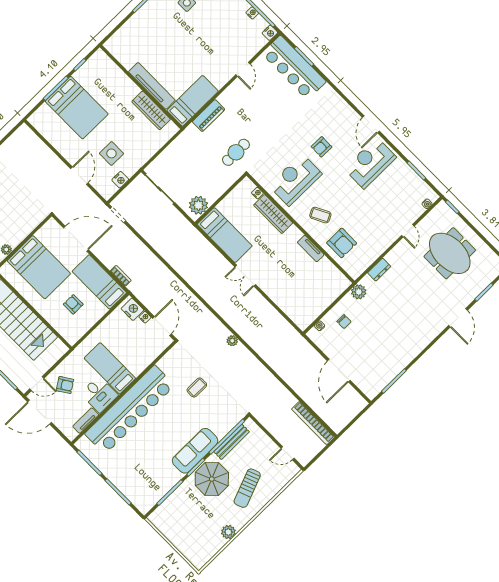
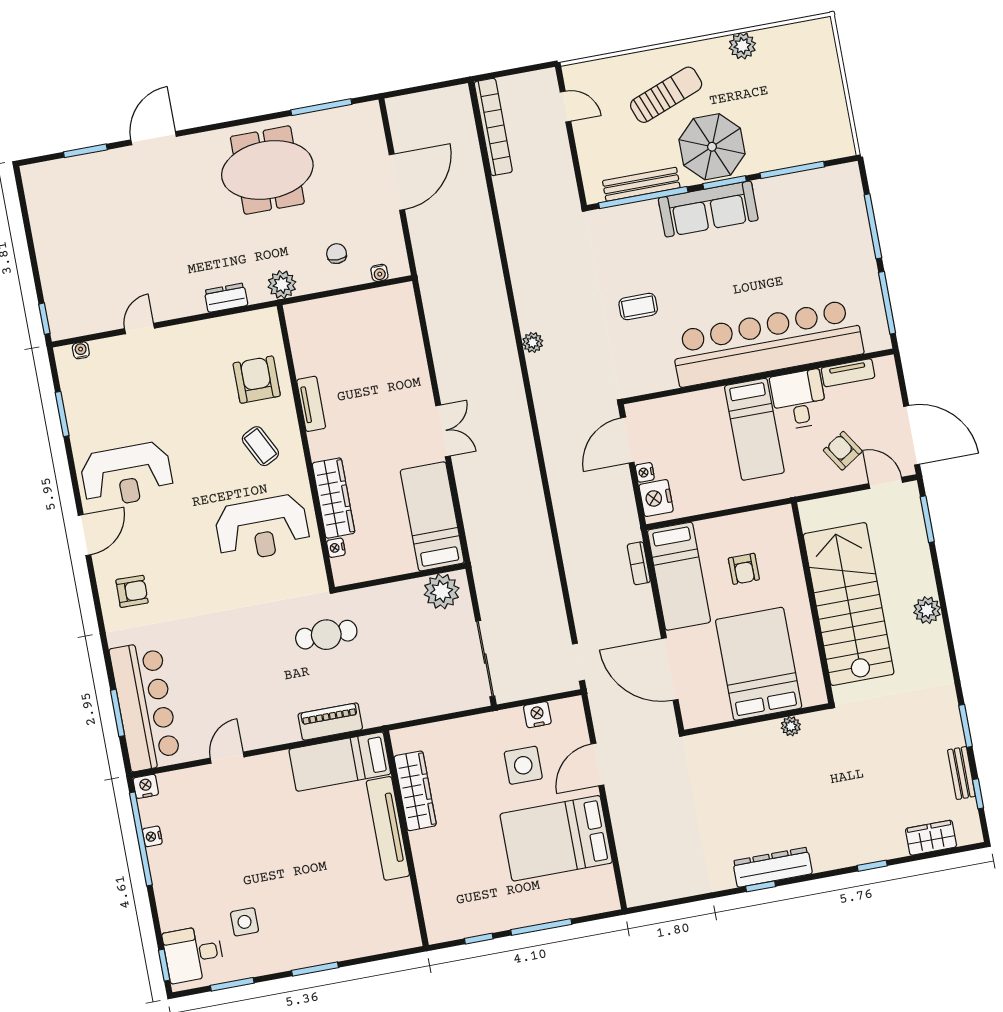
bed: (77, 108) -> (556, 838), moved, turned -90
armchair: (322, 147) -> (132, 591), moved
meeting table: (450, 253) -> (267, 170), moved, turned 90

